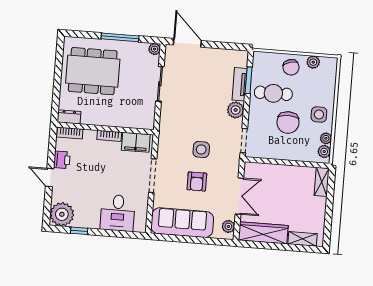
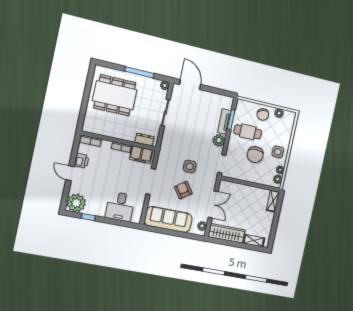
dresser: (69, 117) -> (144, 139), moved
armchair: (197, 182) -> (183, 190), turned 144

